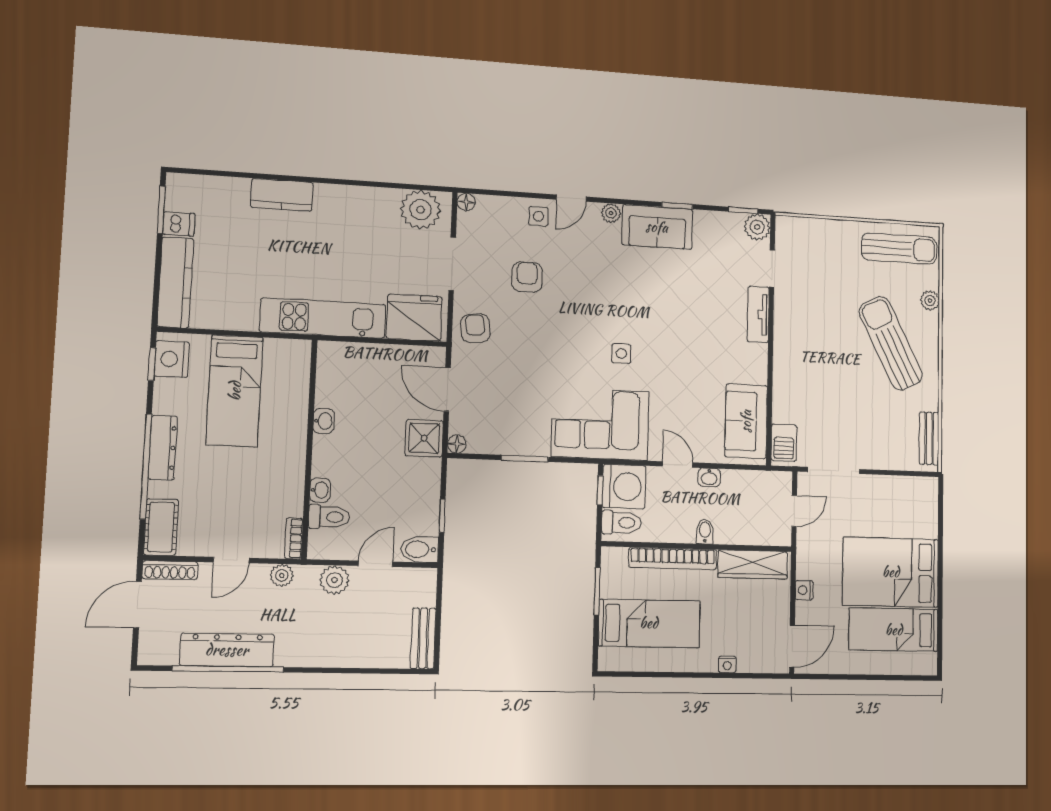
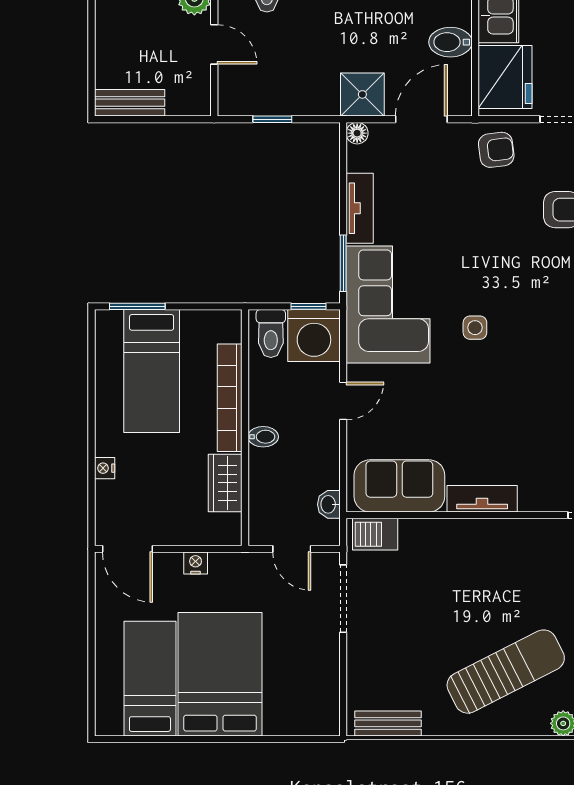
tv unit: (758, 314) -> (482, 499), moved
tv unit: (520, 444) -> (360, 208), added
window: (525, 458) -> (343, 263), moved
washbasin: (709, 477) -> (329, 504), moved
bidet: (420, 549) -> (450, 42), moved, turned -90
wardrobe: (753, 564) -> (225, 483), width x0.67
window: (597, 591) -> (137, 306), moved

